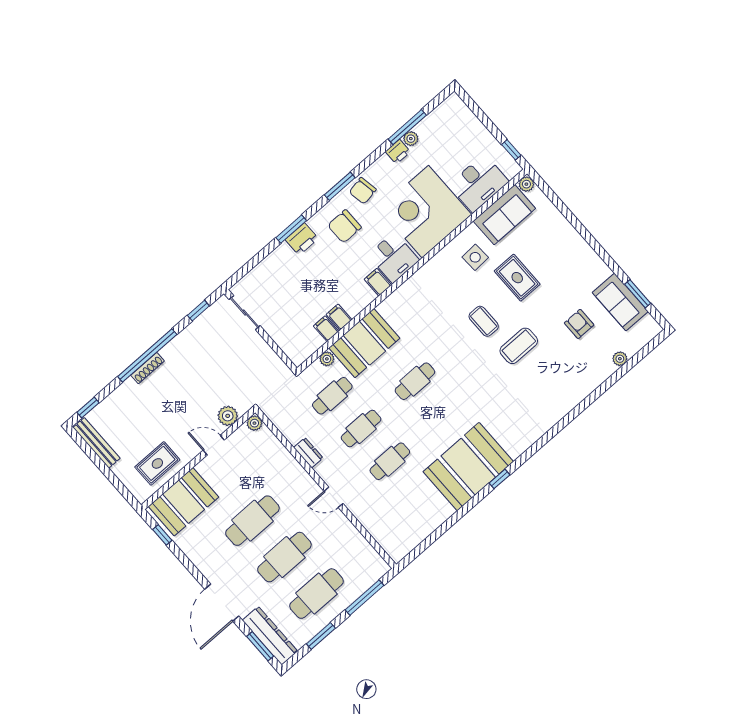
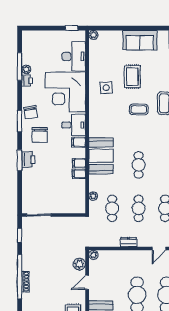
sofa: (504, 215) -> (140, 40), moved, turned 90
rug: (517, 278) -> (132, 77), turned 90
filing cabinet: (326, 329) -> (79, 163), moved
booth: (364, 343) -> (101, 156), moved

